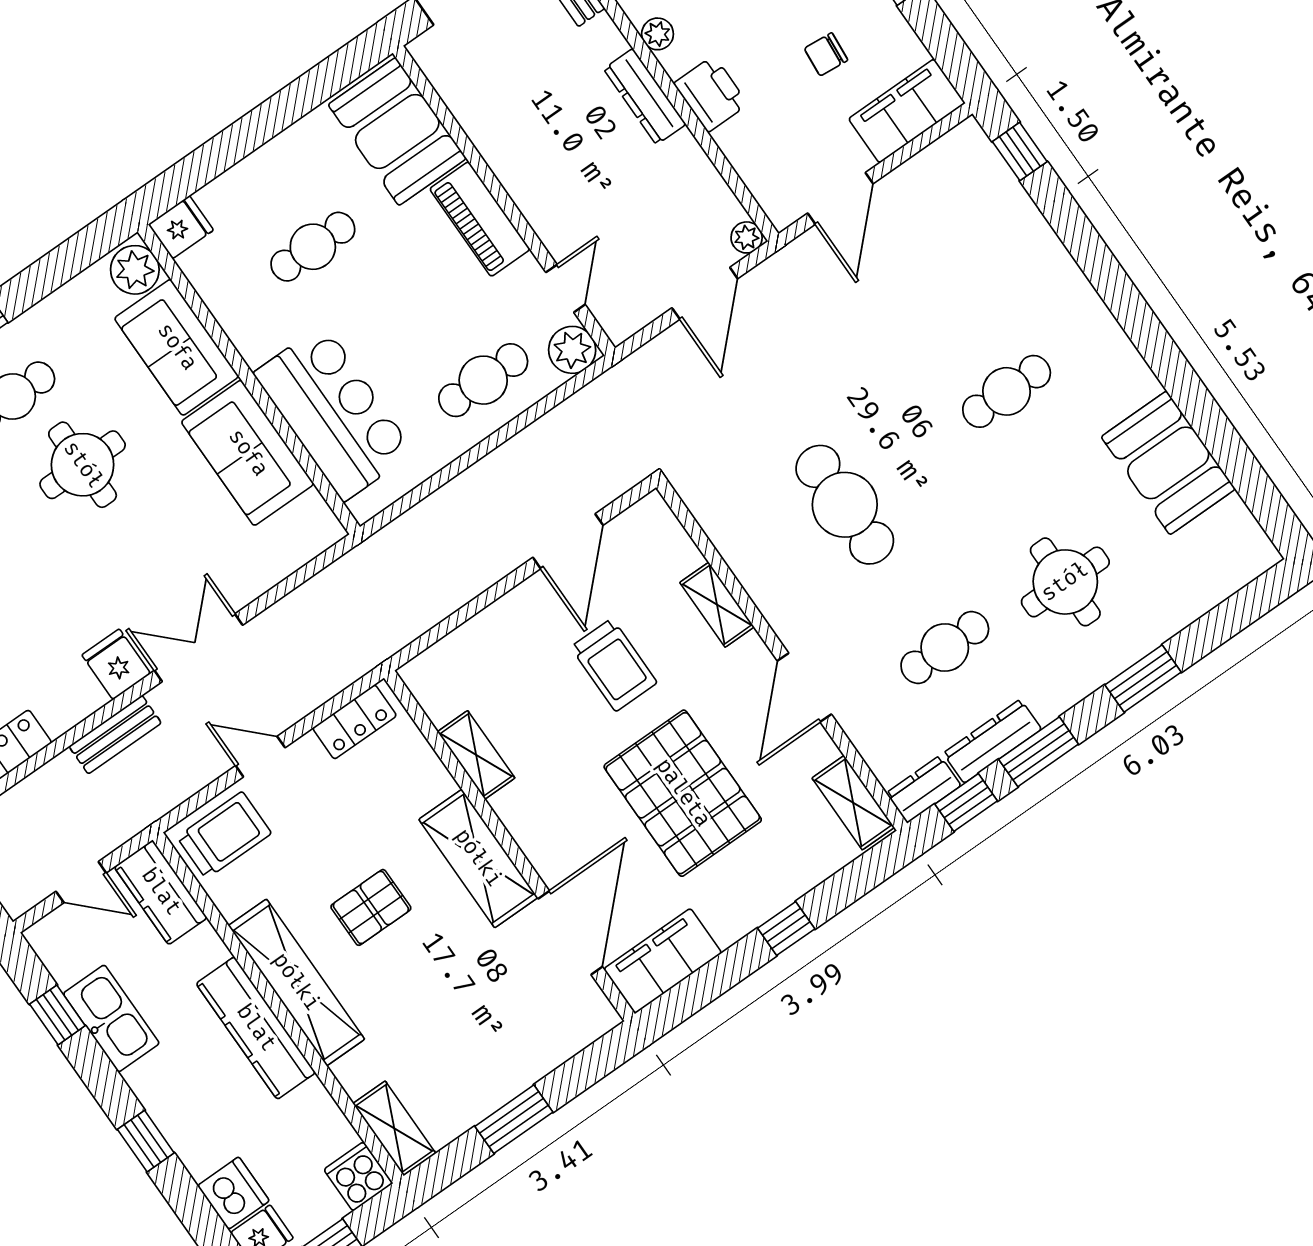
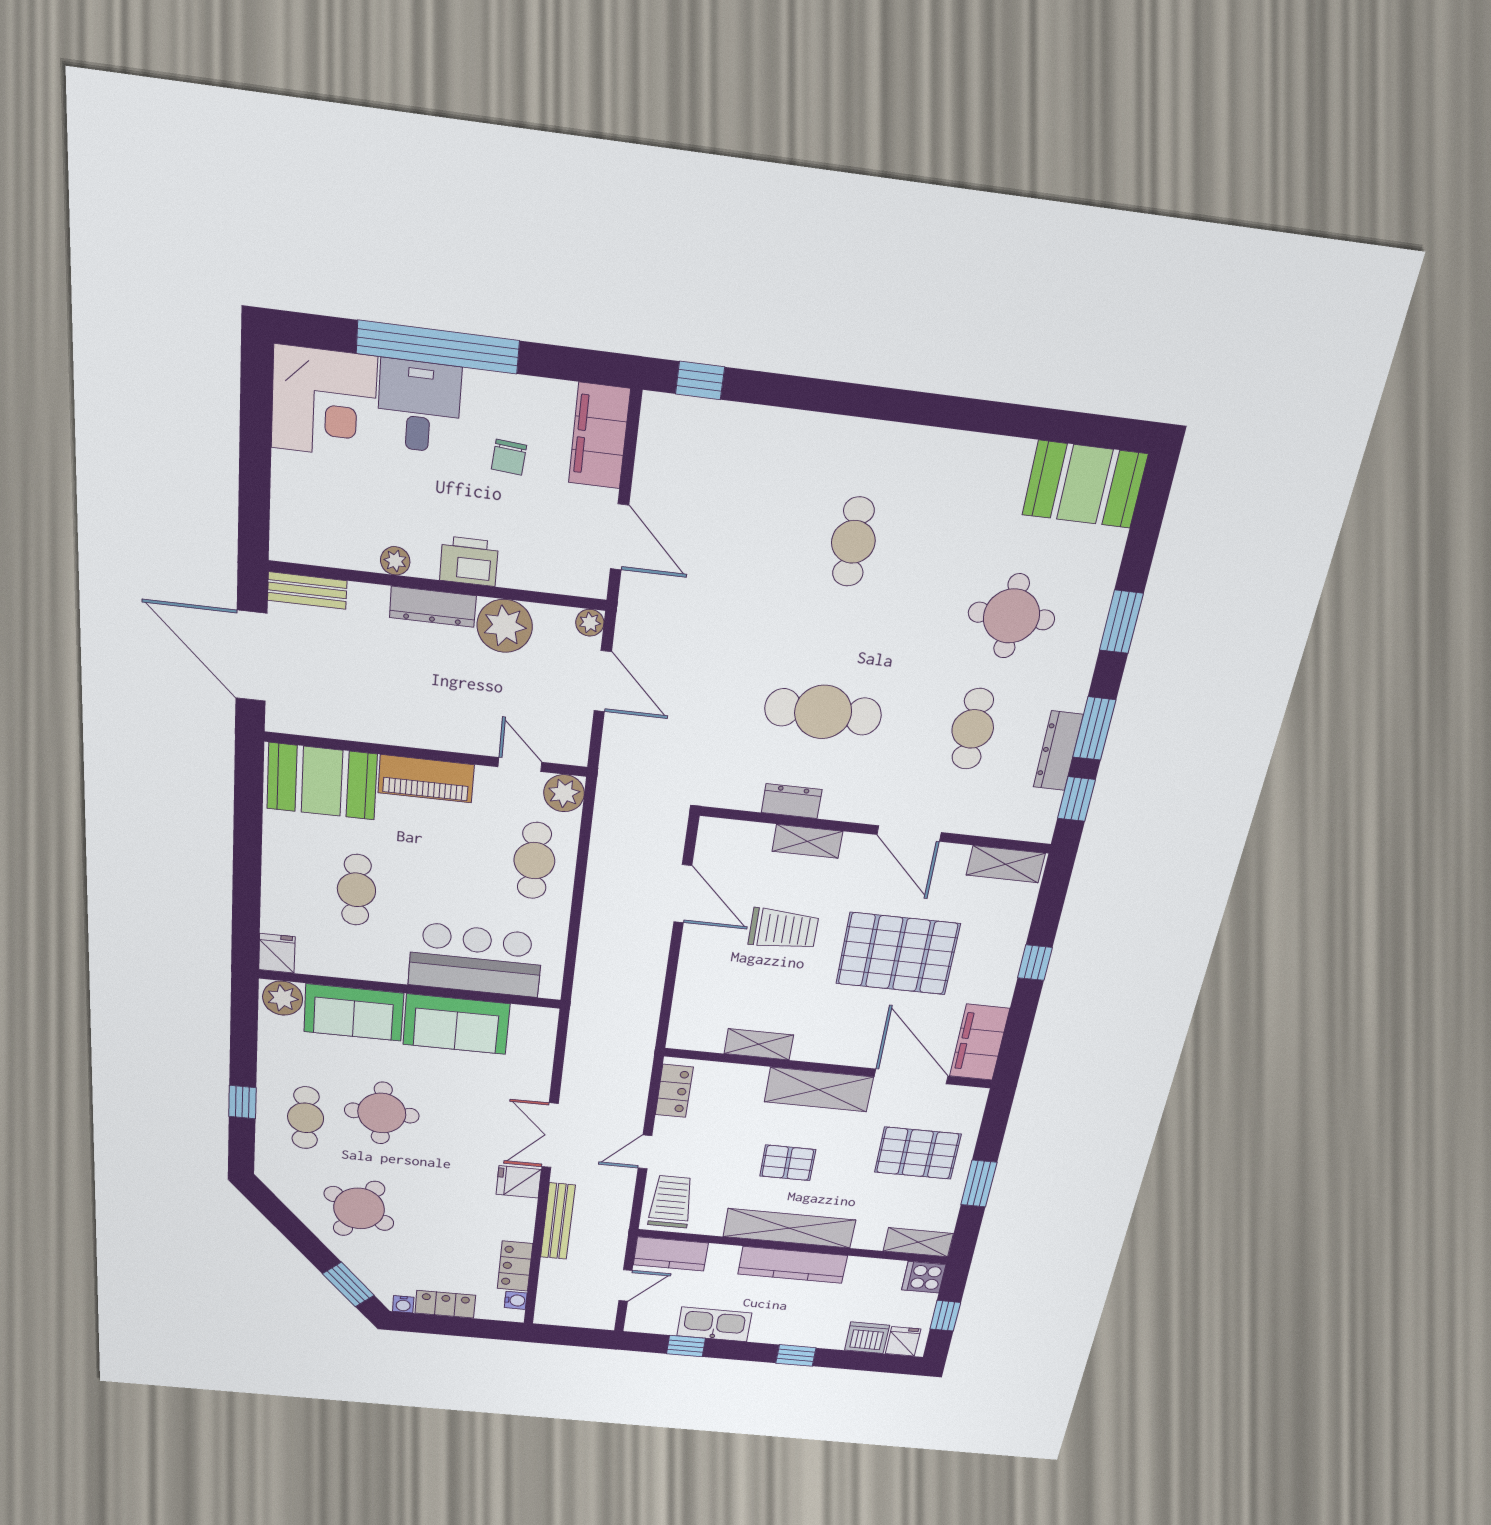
plant: (681, 170) -> (505, 626), added
booth: (1168, 463) -> (1085, 484), moved
bench: (115, 735) -> (558, 1221), width x1.36
dresser: (924, 789) -> (792, 801), moved, turned 90
pallet: (371, 907) -> (788, 1163), turned 90
pallet: (494, 1024) -> (918, 1153), added

